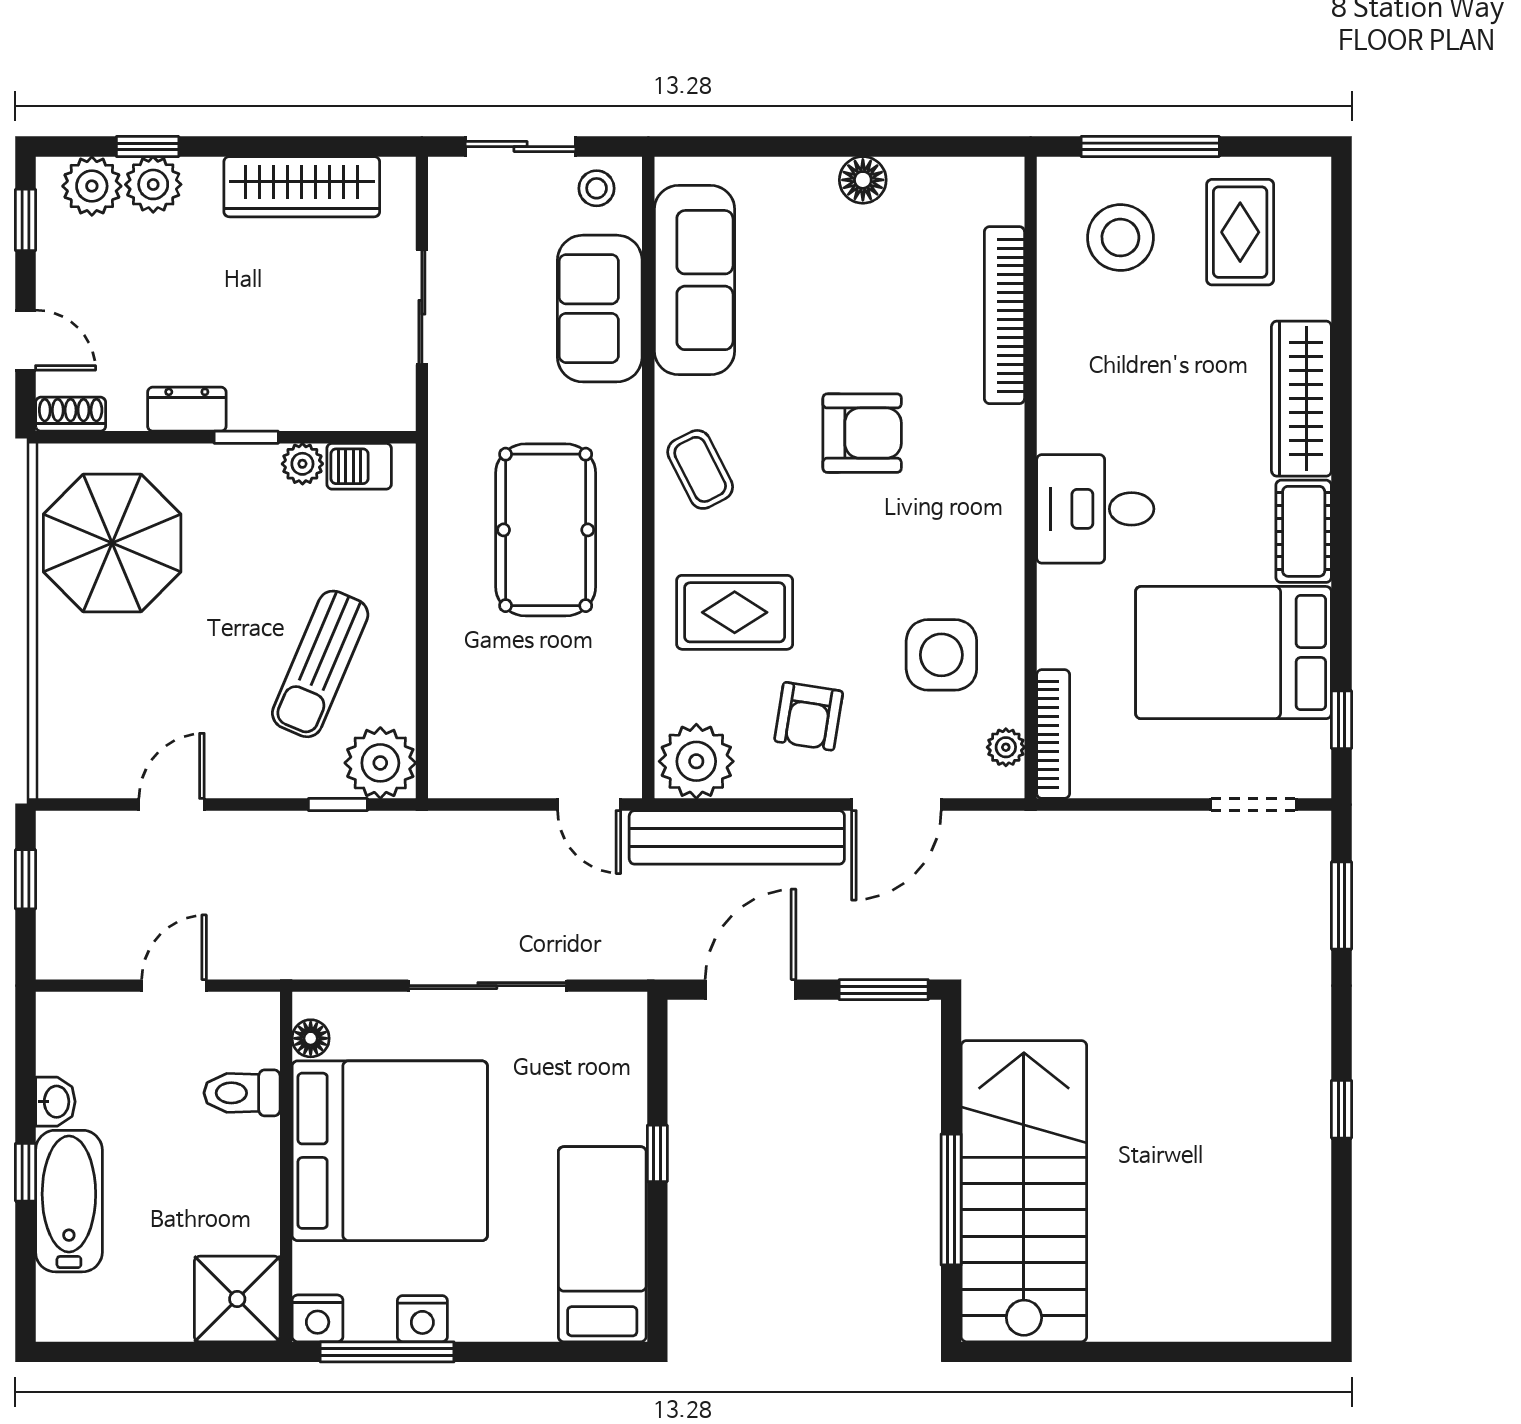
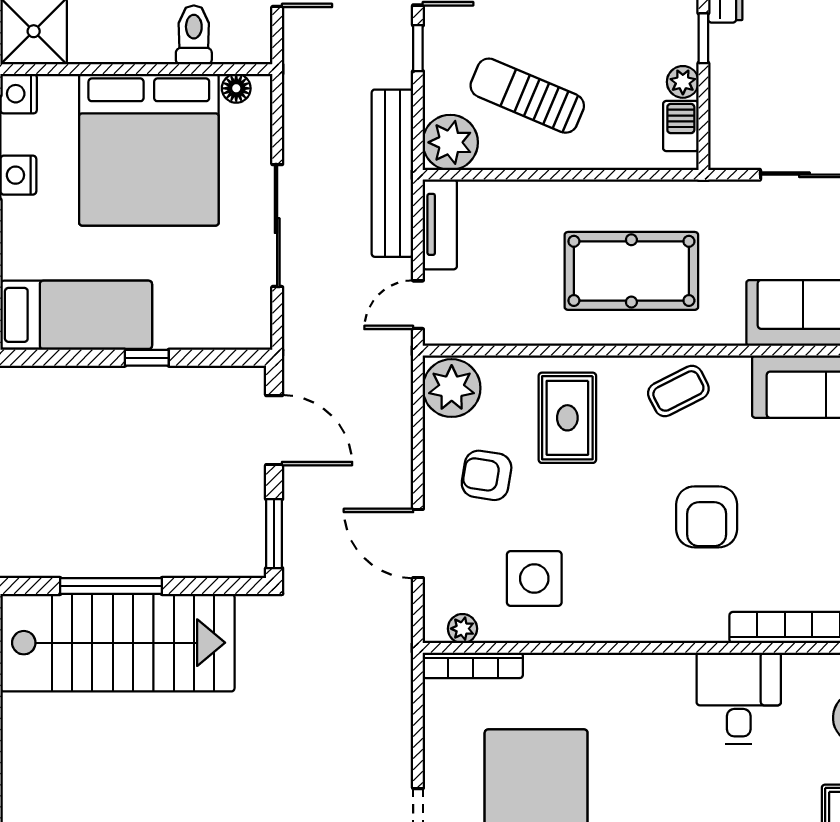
desk: (1095, 509) -> (739, 698), moved
tv unit: (486, 776) -> (440, 224), added
window: (338, 805) -> (418, 48), moved
bench: (737, 837) -> (392, 173), moved

